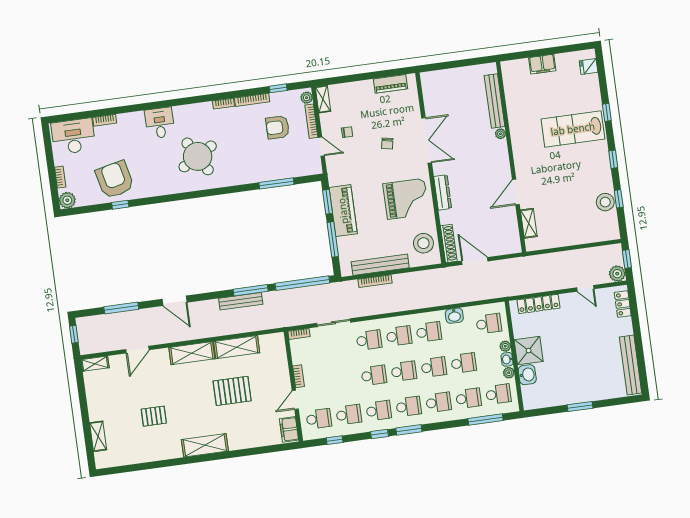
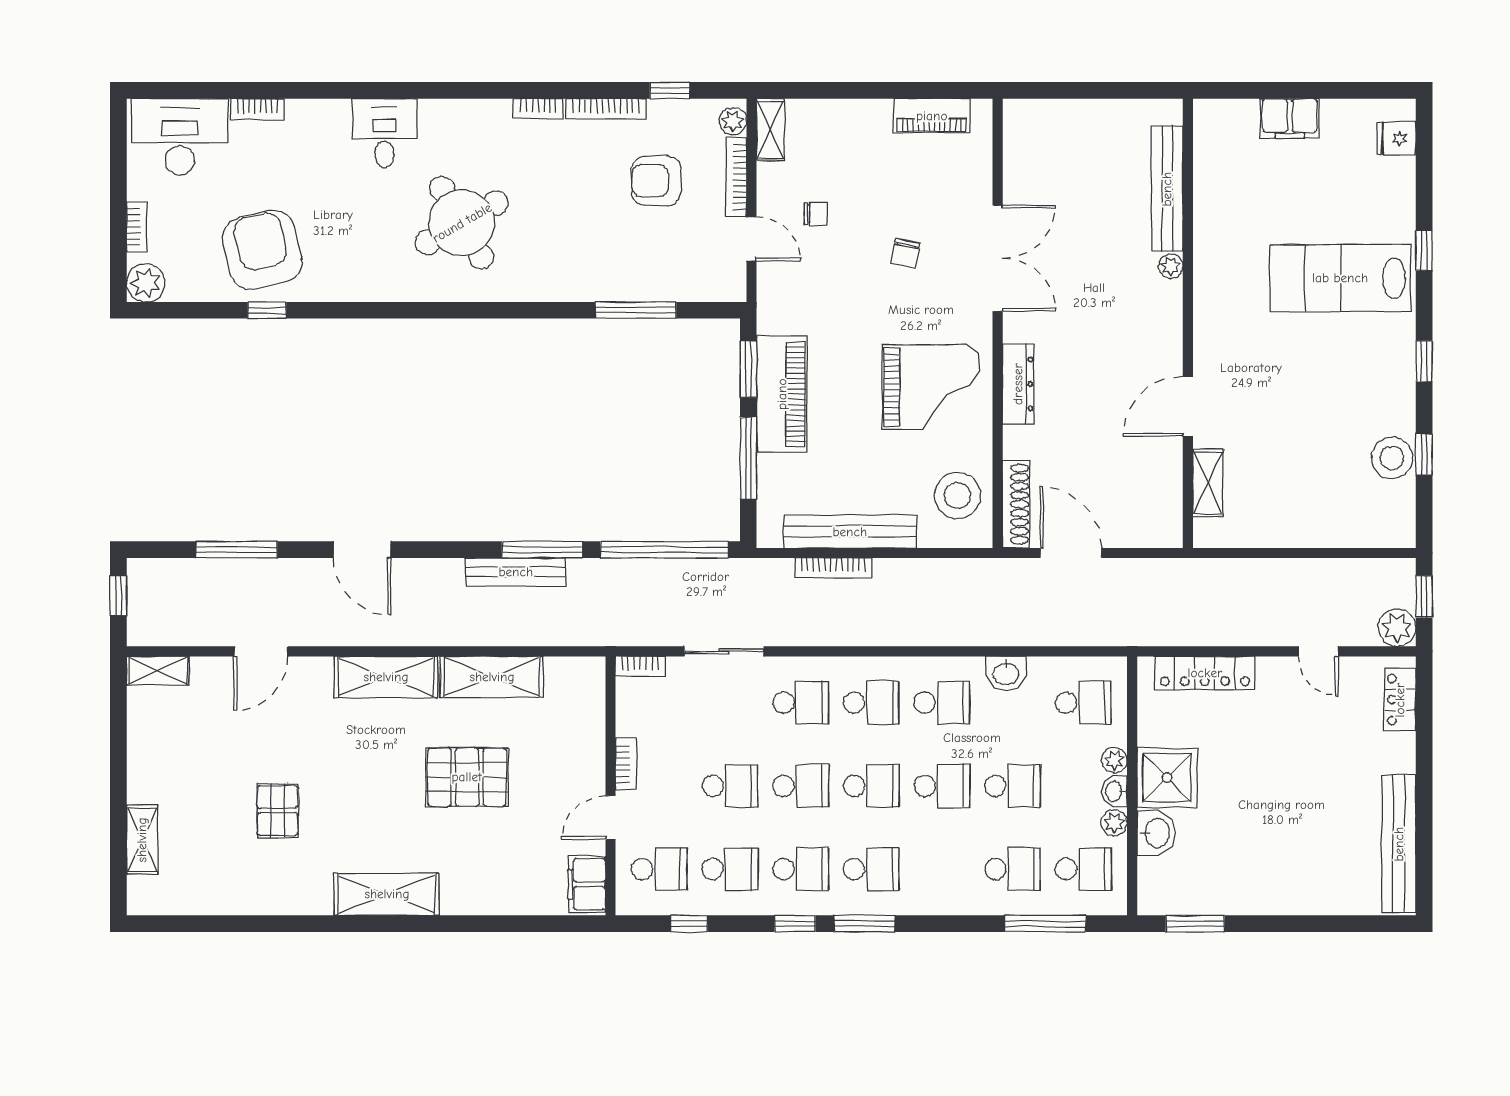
school desk: (439, 402) -> (730, 786), moved
window: (580, 407) -> (1195, 924), moved
pallet: (154, 416) -> (278, 811), turned 90

